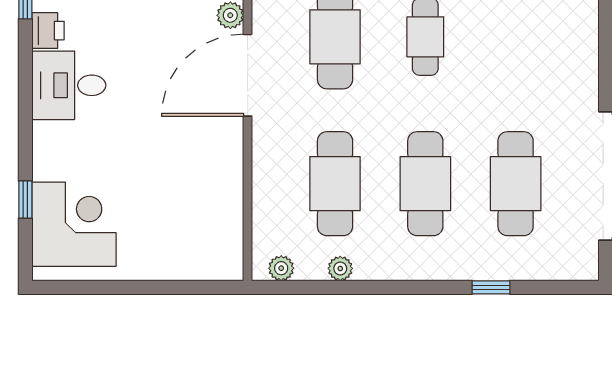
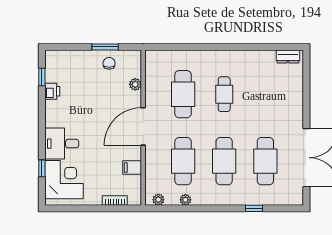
door: (248, 75) -> (143, 126), moved
desk: (69, 85) -> (62, 144), moved
filing cabinet: (224, 198) -> (132, 168), added
bookcase: (185, 270) -> (115, 200), added

